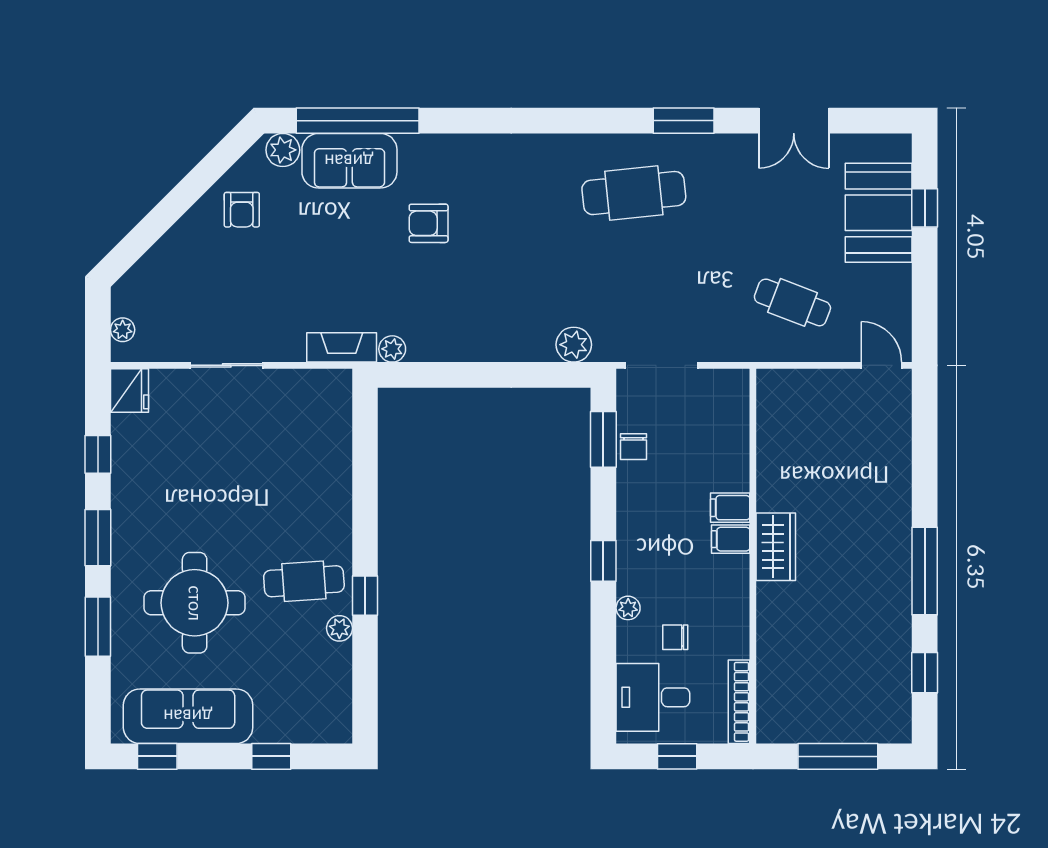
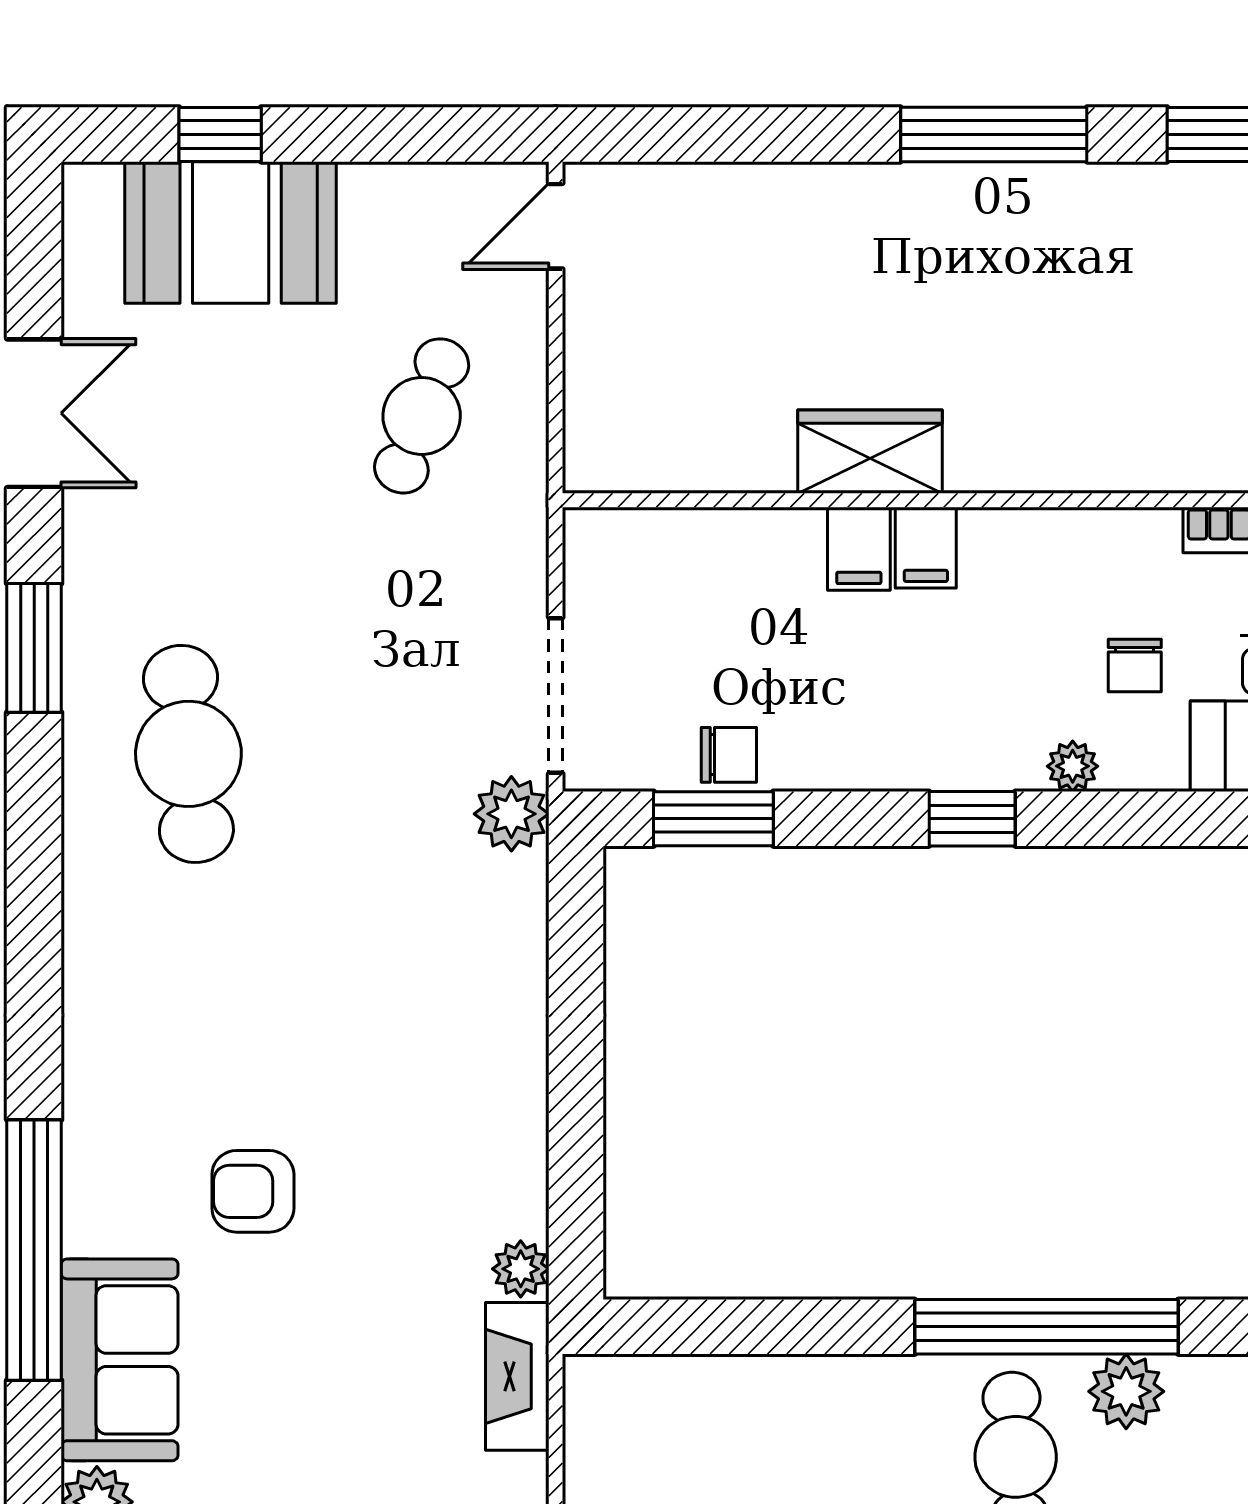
window: (358, 121) -> (34, 1250), moved
armchair: (429, 223) -> (253, 1191), turned 90
plant: (574, 345) -> (511, 814), moved
wardrobe: (776, 547) -> (870, 452), moved
window: (365, 596) -> (1046, 1327), width x3.17
plant: (339, 628) -> (1126, 1391), width x1.38, depth x1.38

